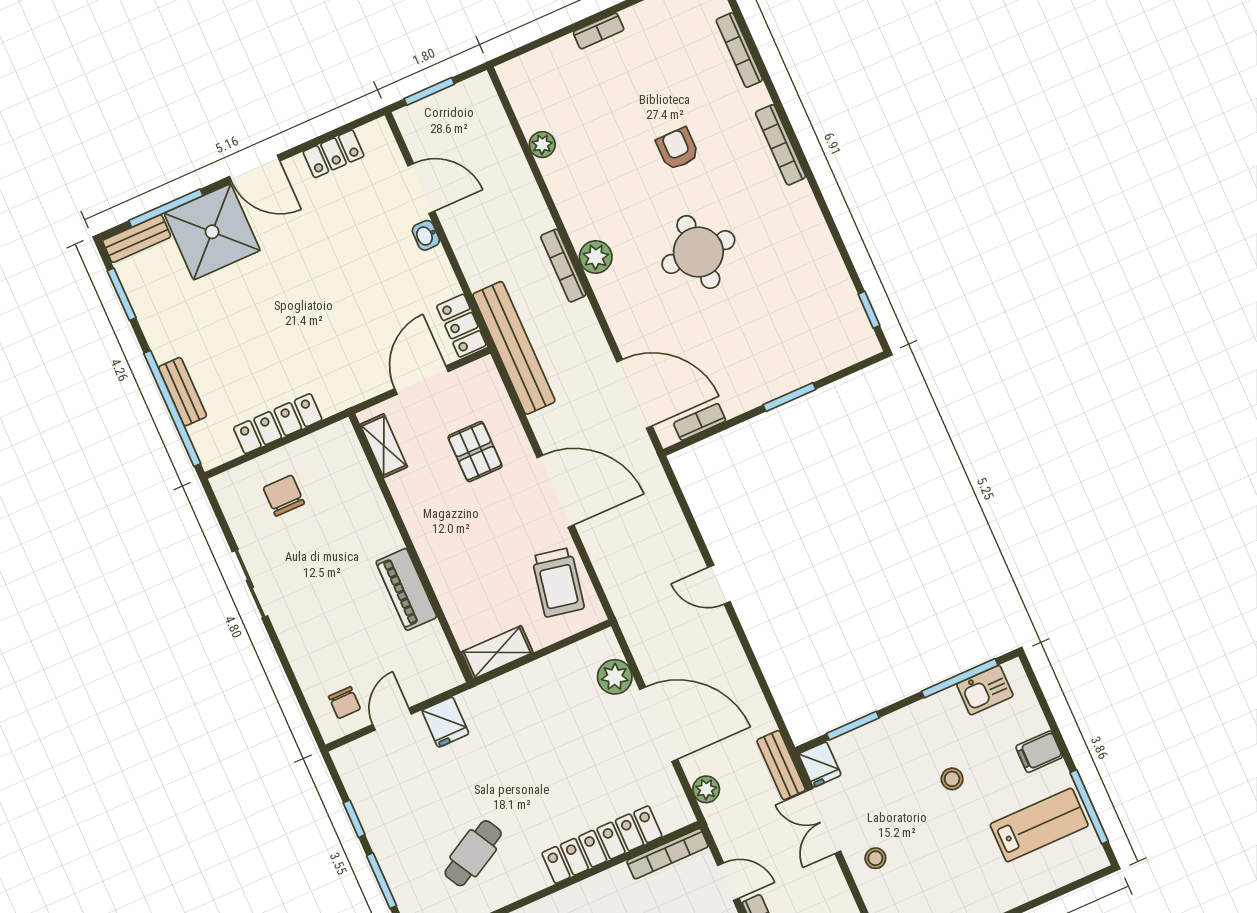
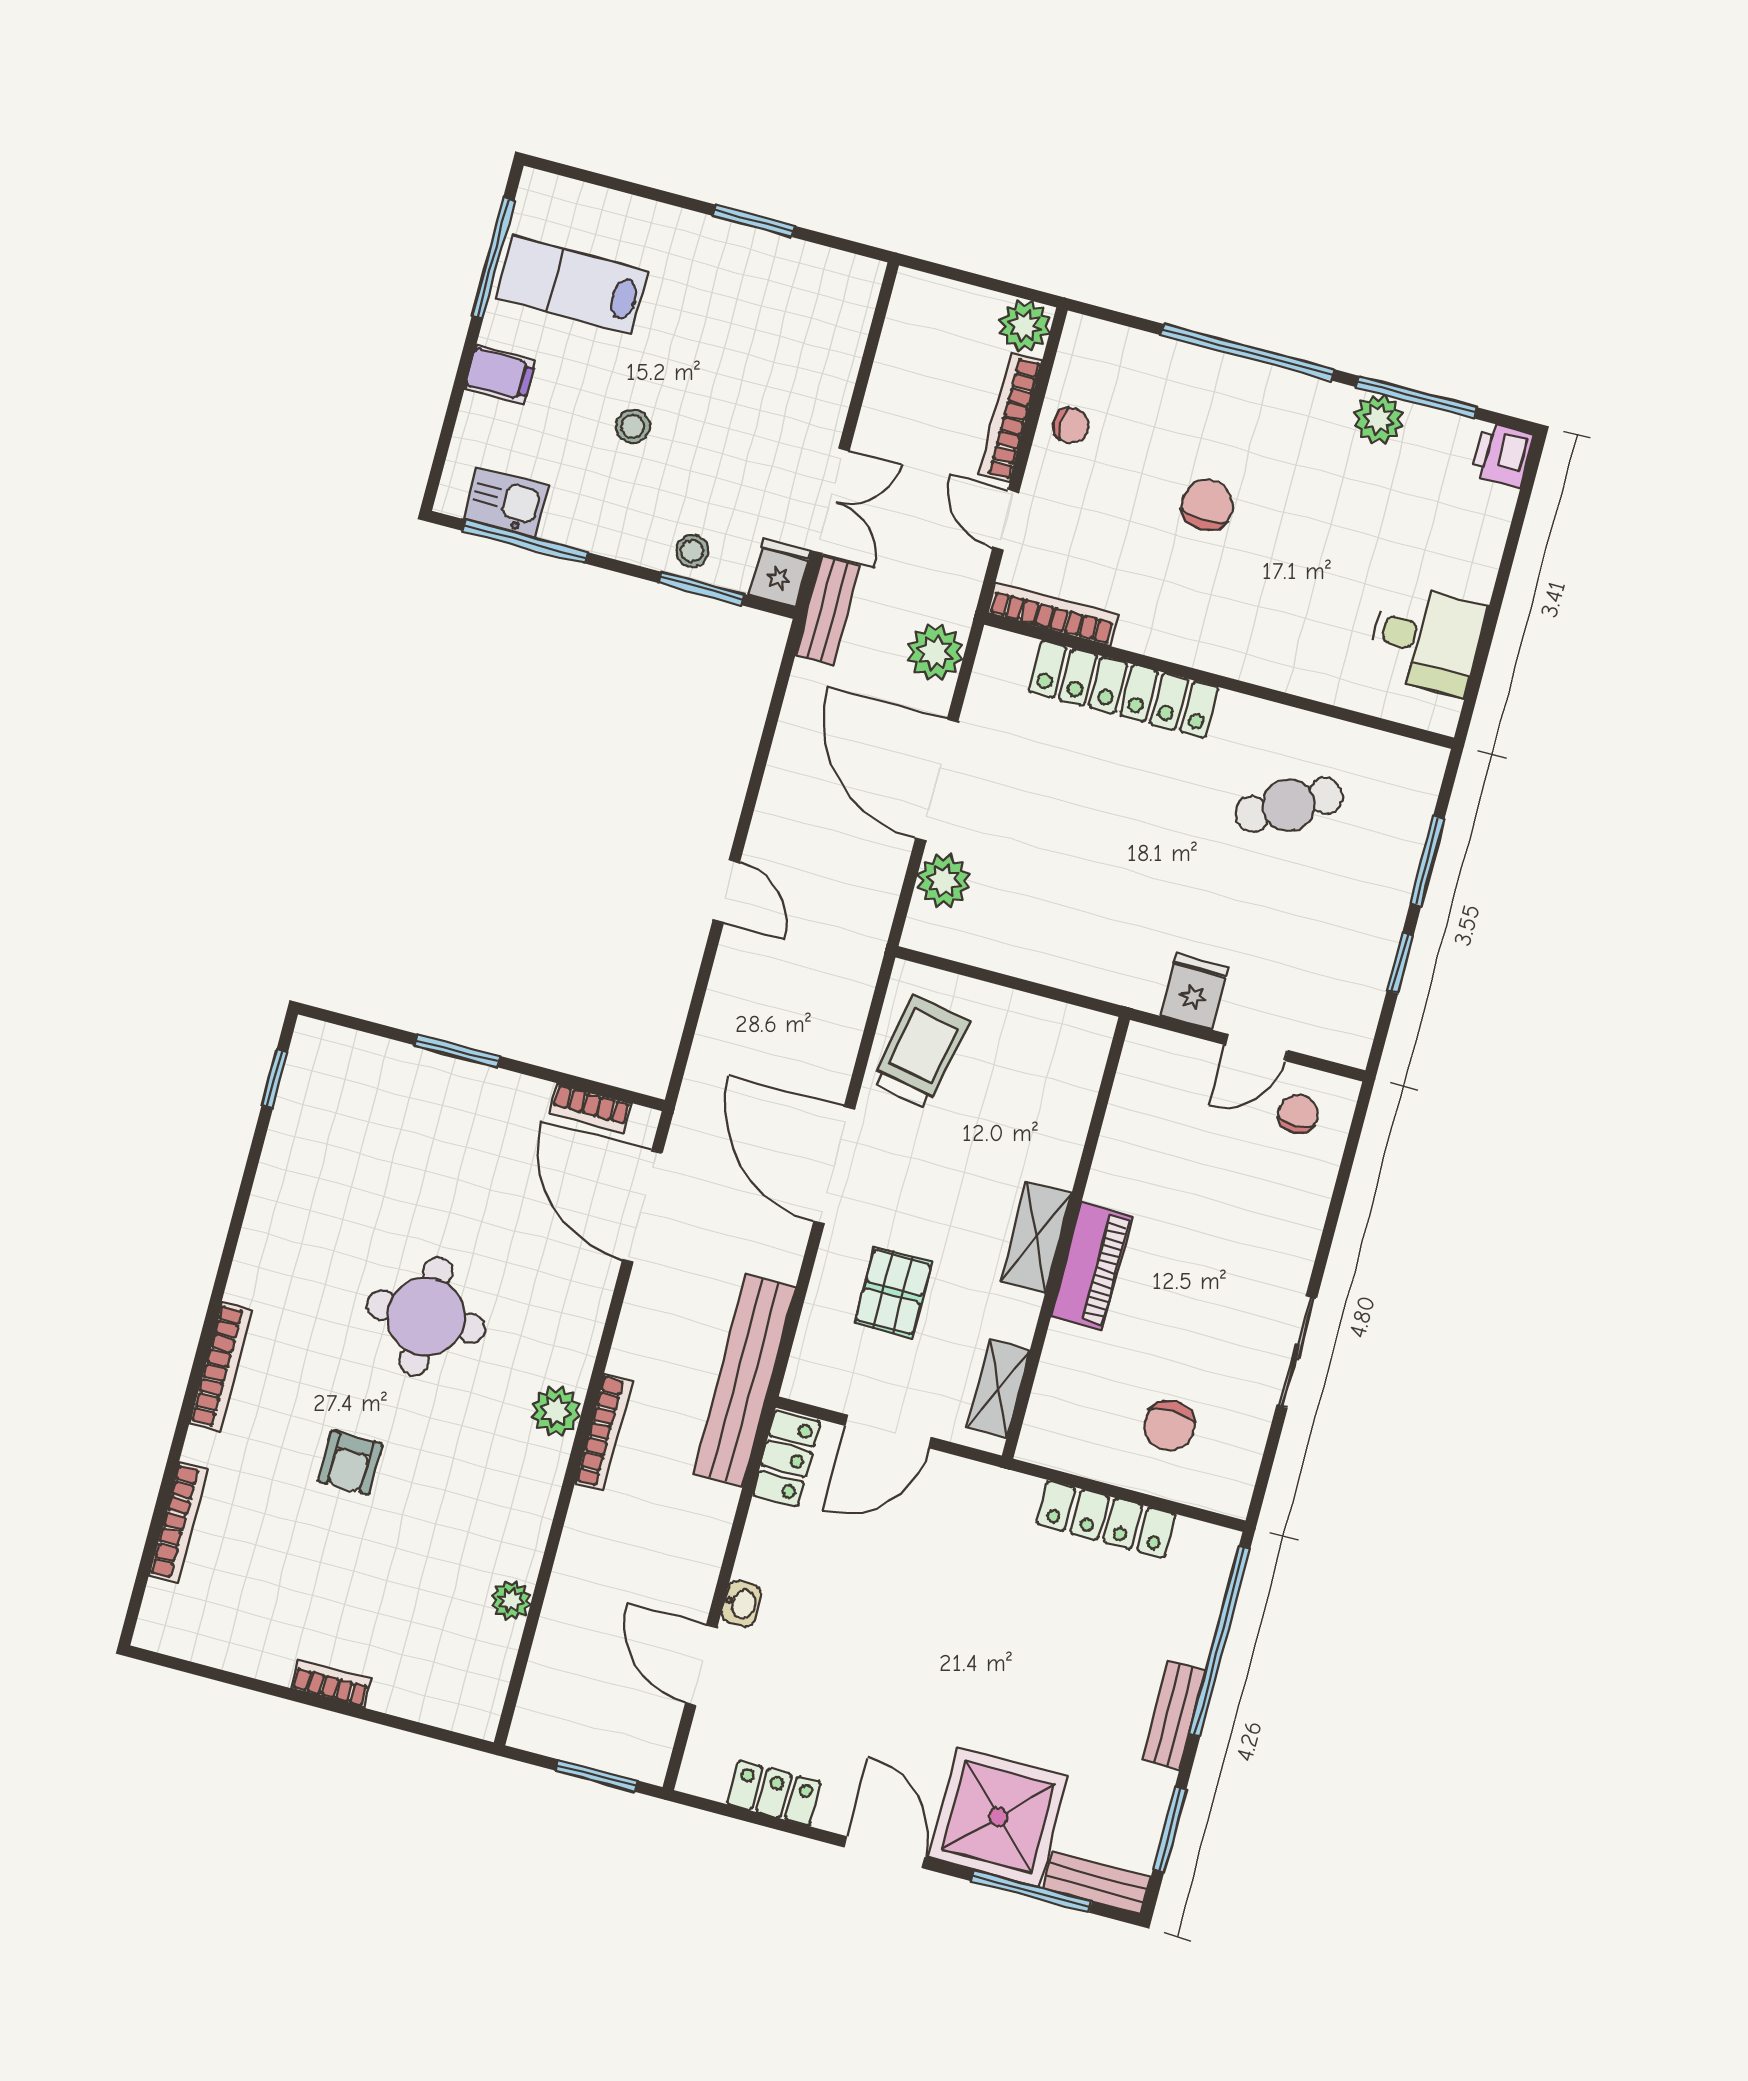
bench: (183, 392) -> (1174, 1715), moved
piano: (406, 589) -> (1092, 1266), moved
shelving: (497, 652) -> (1036, 1237), moved, turned 90
plant: (706, 789) -> (935, 652), width x1.38, depth x1.38
stool: (875, 858) -> (692, 551), moved

